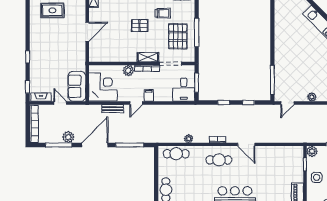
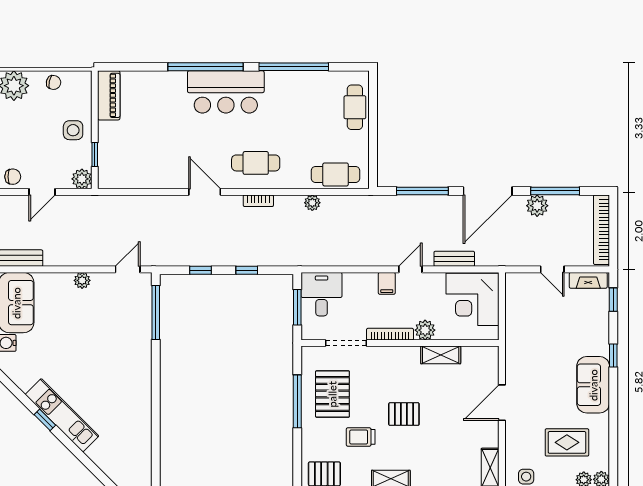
shelving: (148, 57) -> (441, 355), moved
sofa: (77, 86) -> (593, 385), moved, turned 180

